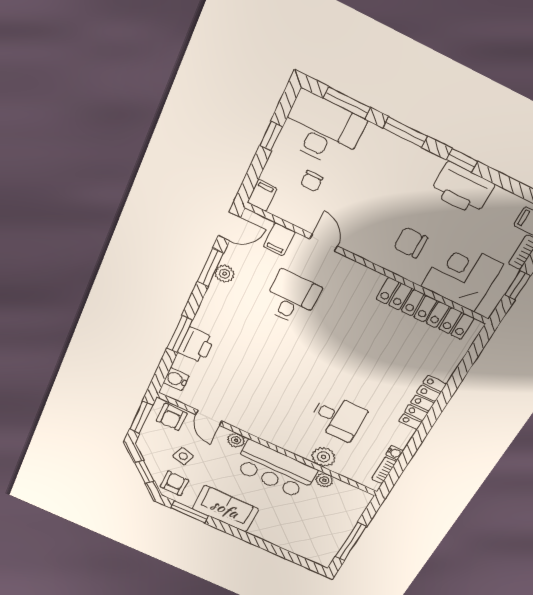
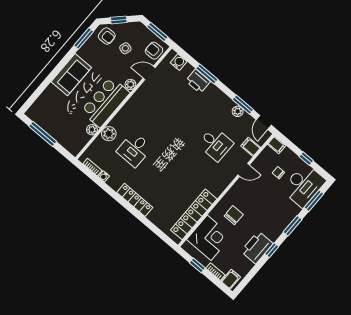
sofa: (225, 509) -> (71, 75), moved

